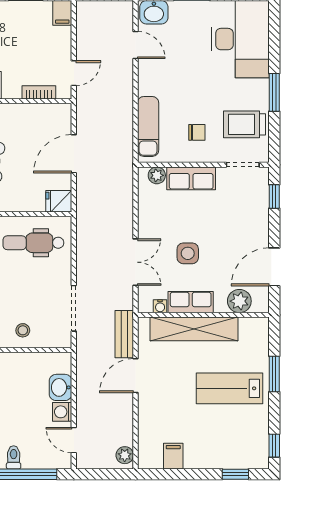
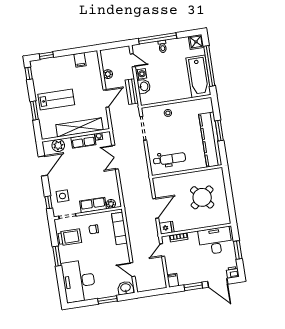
fridge: (59, 201) -> (167, 228), moved
side table: (188, 253) -> (62, 196), moved
bench: (124, 334) -> (132, 92), moved
plant: (125, 455) -> (108, 74), moved

